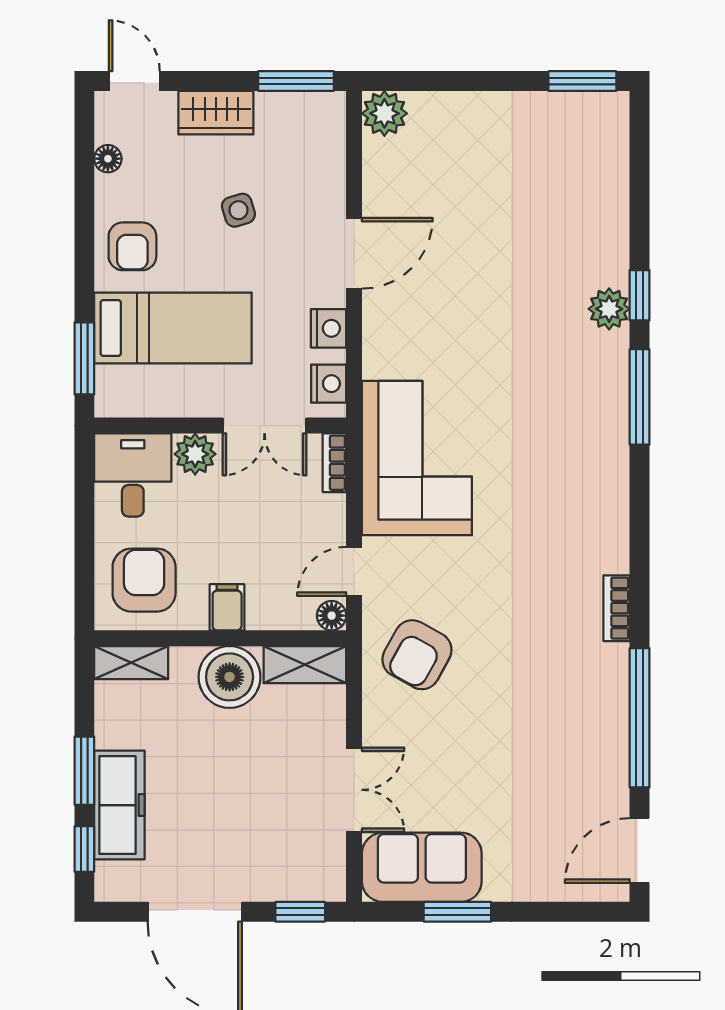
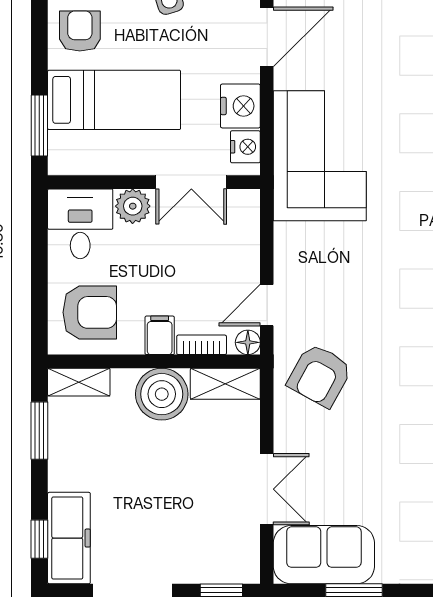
armchair: (132, 246) -> (80, 31), turned 180
nightstand: (329, 328) -> (240, 106), width x1.36, depth x1.33
corner sofa: (417, 458) -> (320, 156), moved
bookcase: (334, 463) -> (202, 345), moved, turned 90
armchair: (144, 580) -> (90, 312), turned 90
window: (84, 771) -> (39, 431), moved
freezer: (119, 805) -> (69, 538), moved

